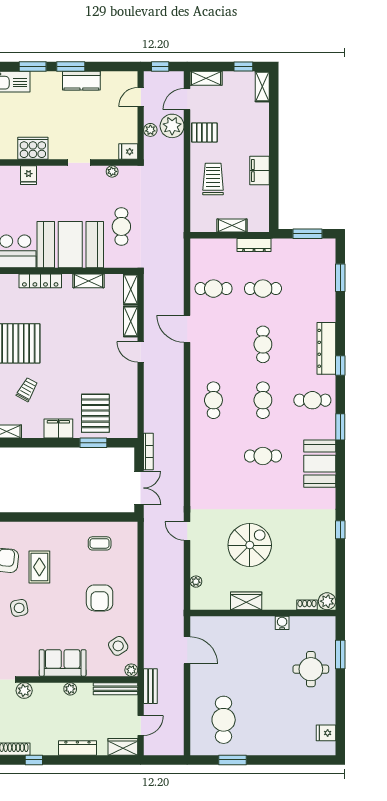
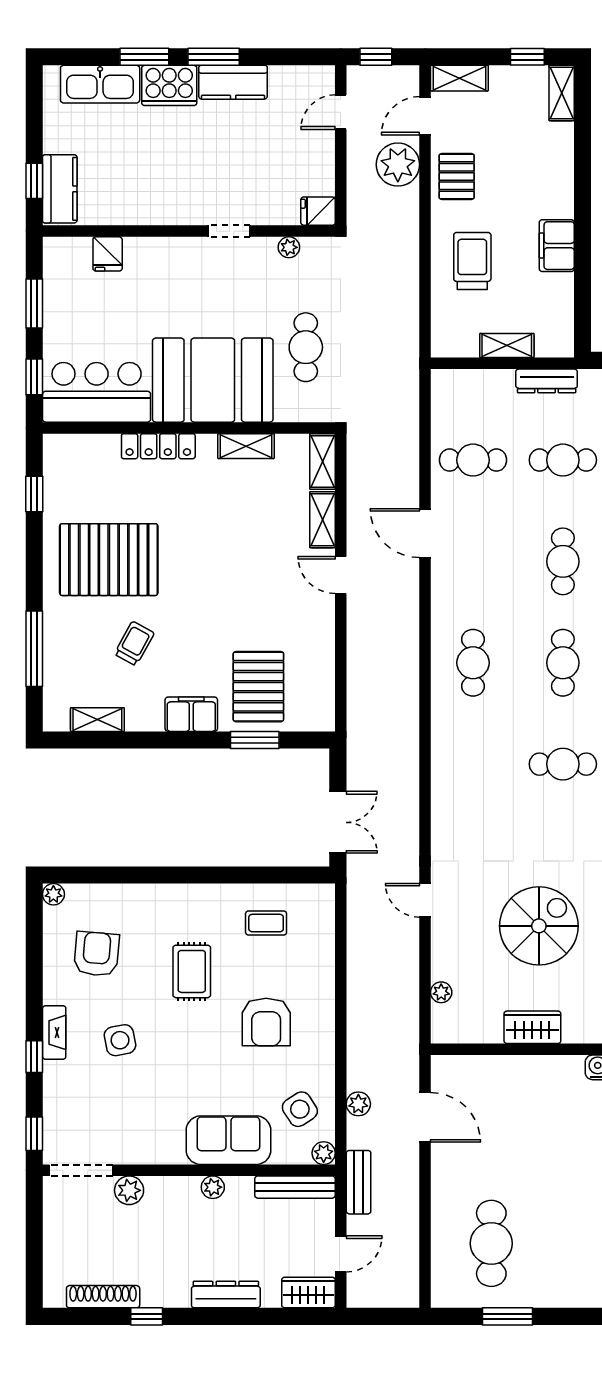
plant: (150, 130) -> (358, 1104), moved
pallet: (204, 133) -> (457, 176), turned 90
cooker: (33, 148) -> (169, 85), moved, turned 180
fridge: (29, 175) -> (108, 254), moved
bookcase: (148, 452) -> (355, 756), removed
rug: (39, 567) -> (192, 971), moved
sofa: (63, 663) -> (228, 1140), moved

